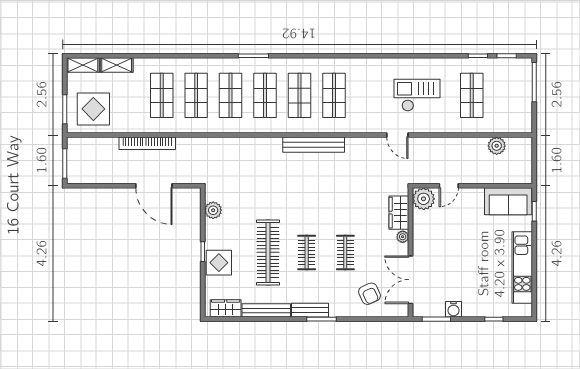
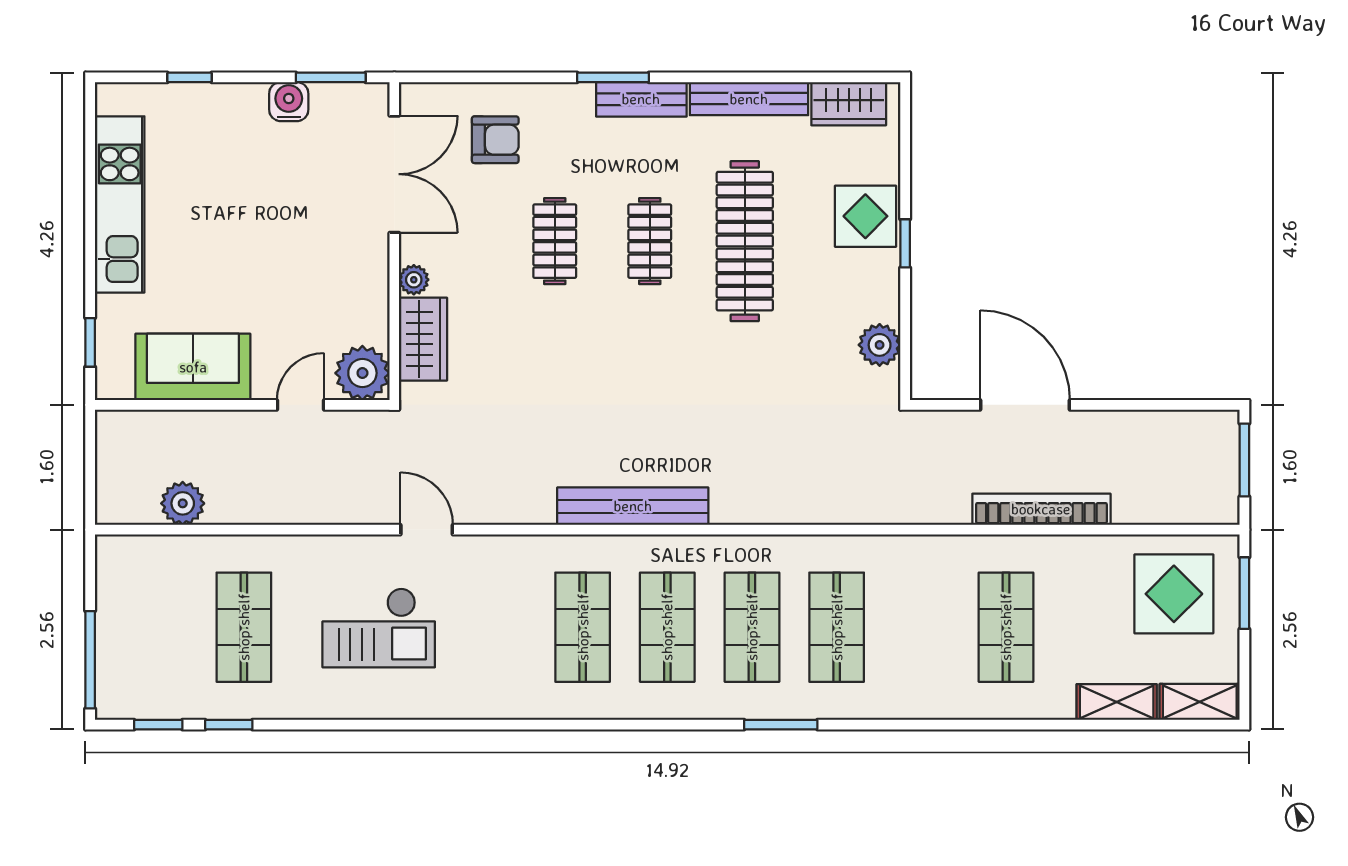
shop shelf: (196, 95) -> (921, 627), removed
sofa: (508, 201) -> (193, 367), moved
armchair: (370, 294) -> (495, 140), turned 115

